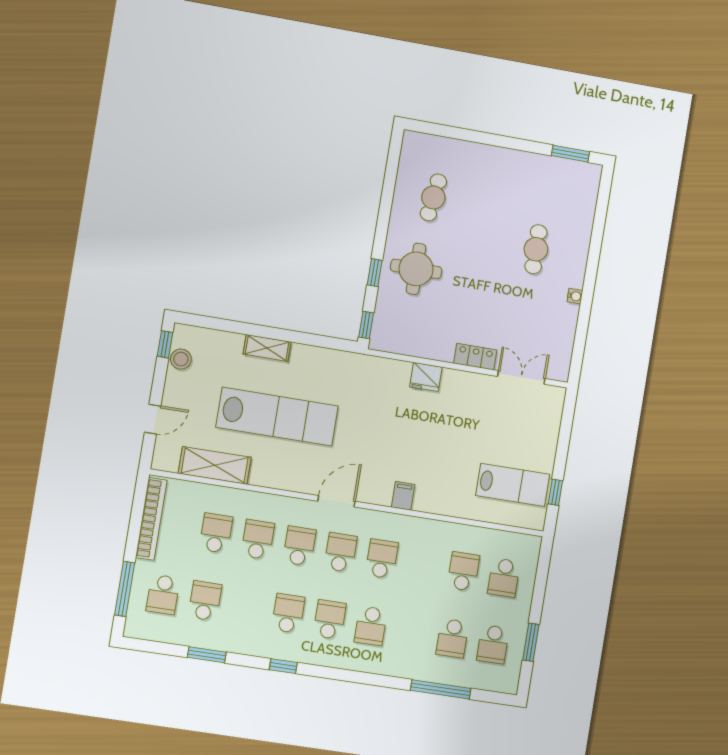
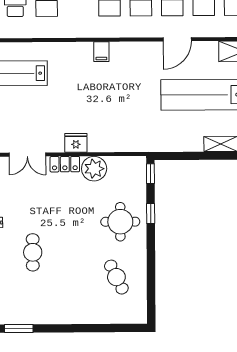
cafe table: (433, 197) -> (116, 277), turned -34
plant: (438, 344) -> (94, 169), added
fridge: (426, 377) -> (76, 143), moved
door: (336, 501) -> (177, 39), moved

